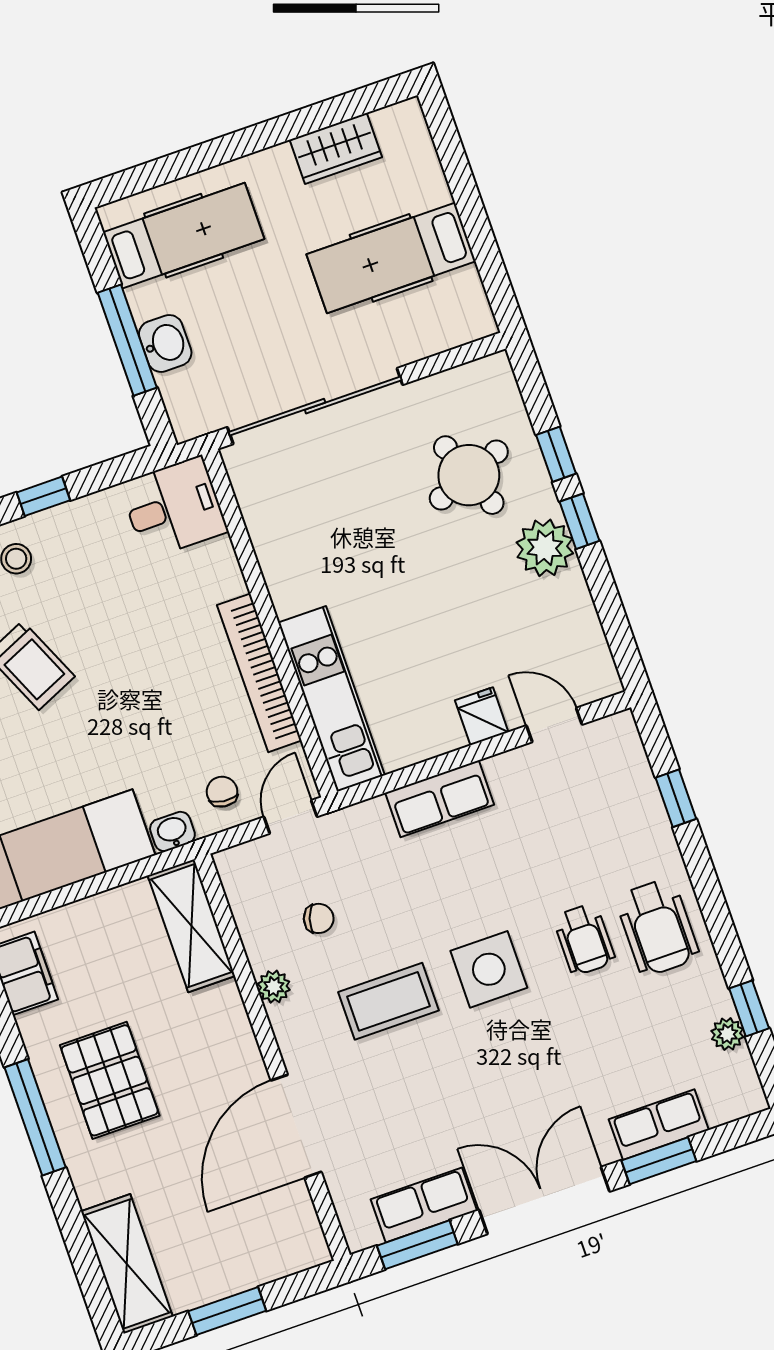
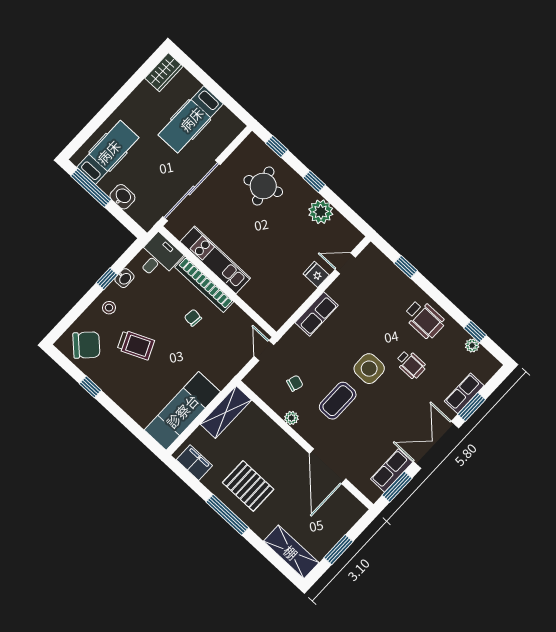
wardrobe: (336, 148) -> (164, 72), moved
window: (127, 340) -> (91, 188), moved
window: (556, 454) -> (277, 147), moved
plant: (545, 548) -> (321, 212), moved
bookcase: (259, 673) -> (204, 284), moved
kitchen unit: (331, 699) -> (215, 260), moved
chair: (222, 792) -> (193, 318), moved
washbasin: (172, 832) -> (124, 278), moved, turned 180
shelving: (191, 926) -> (226, 412), moved, turned 90
wheelchair: (584, 939) -> (411, 364), moved

